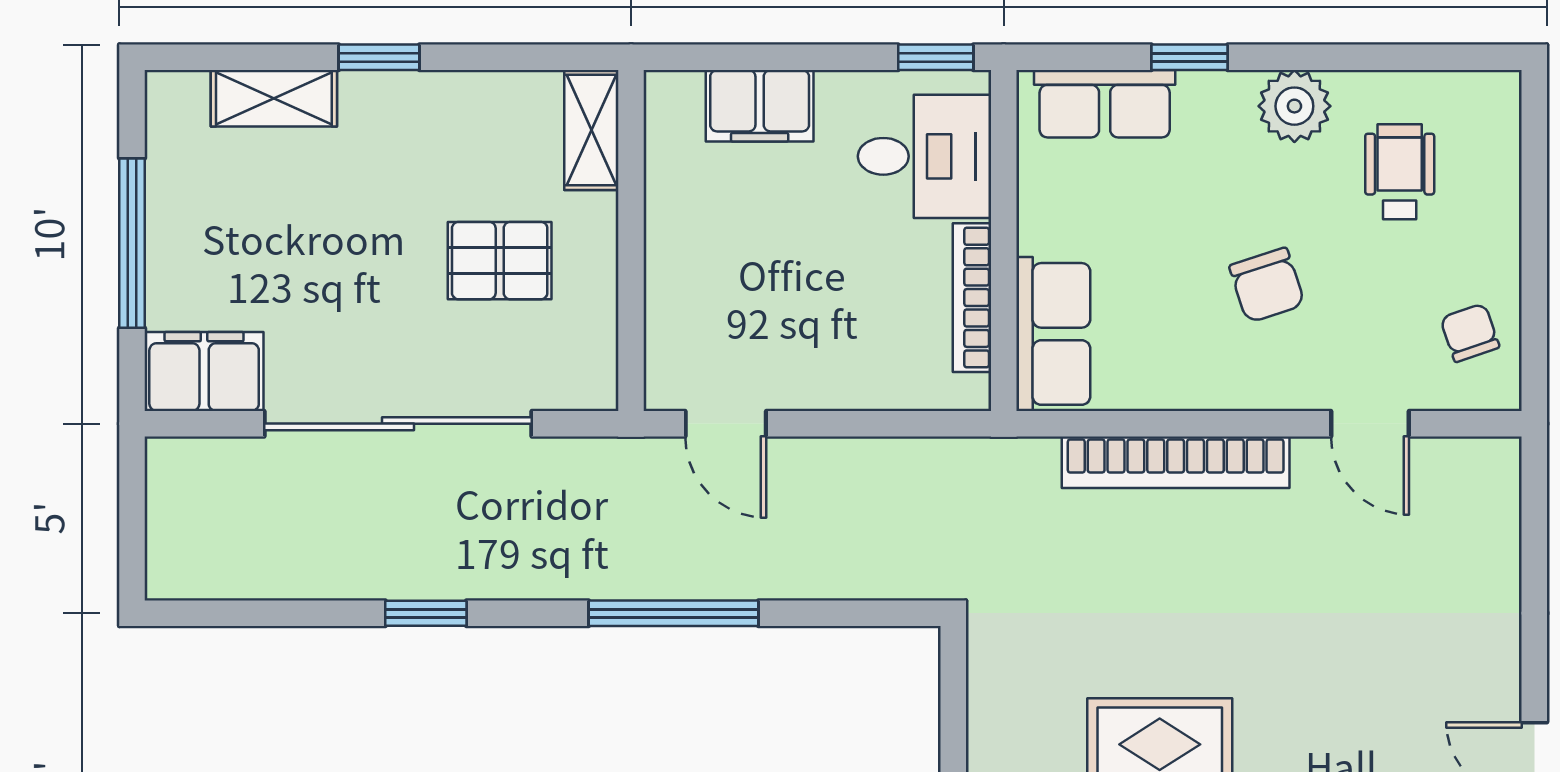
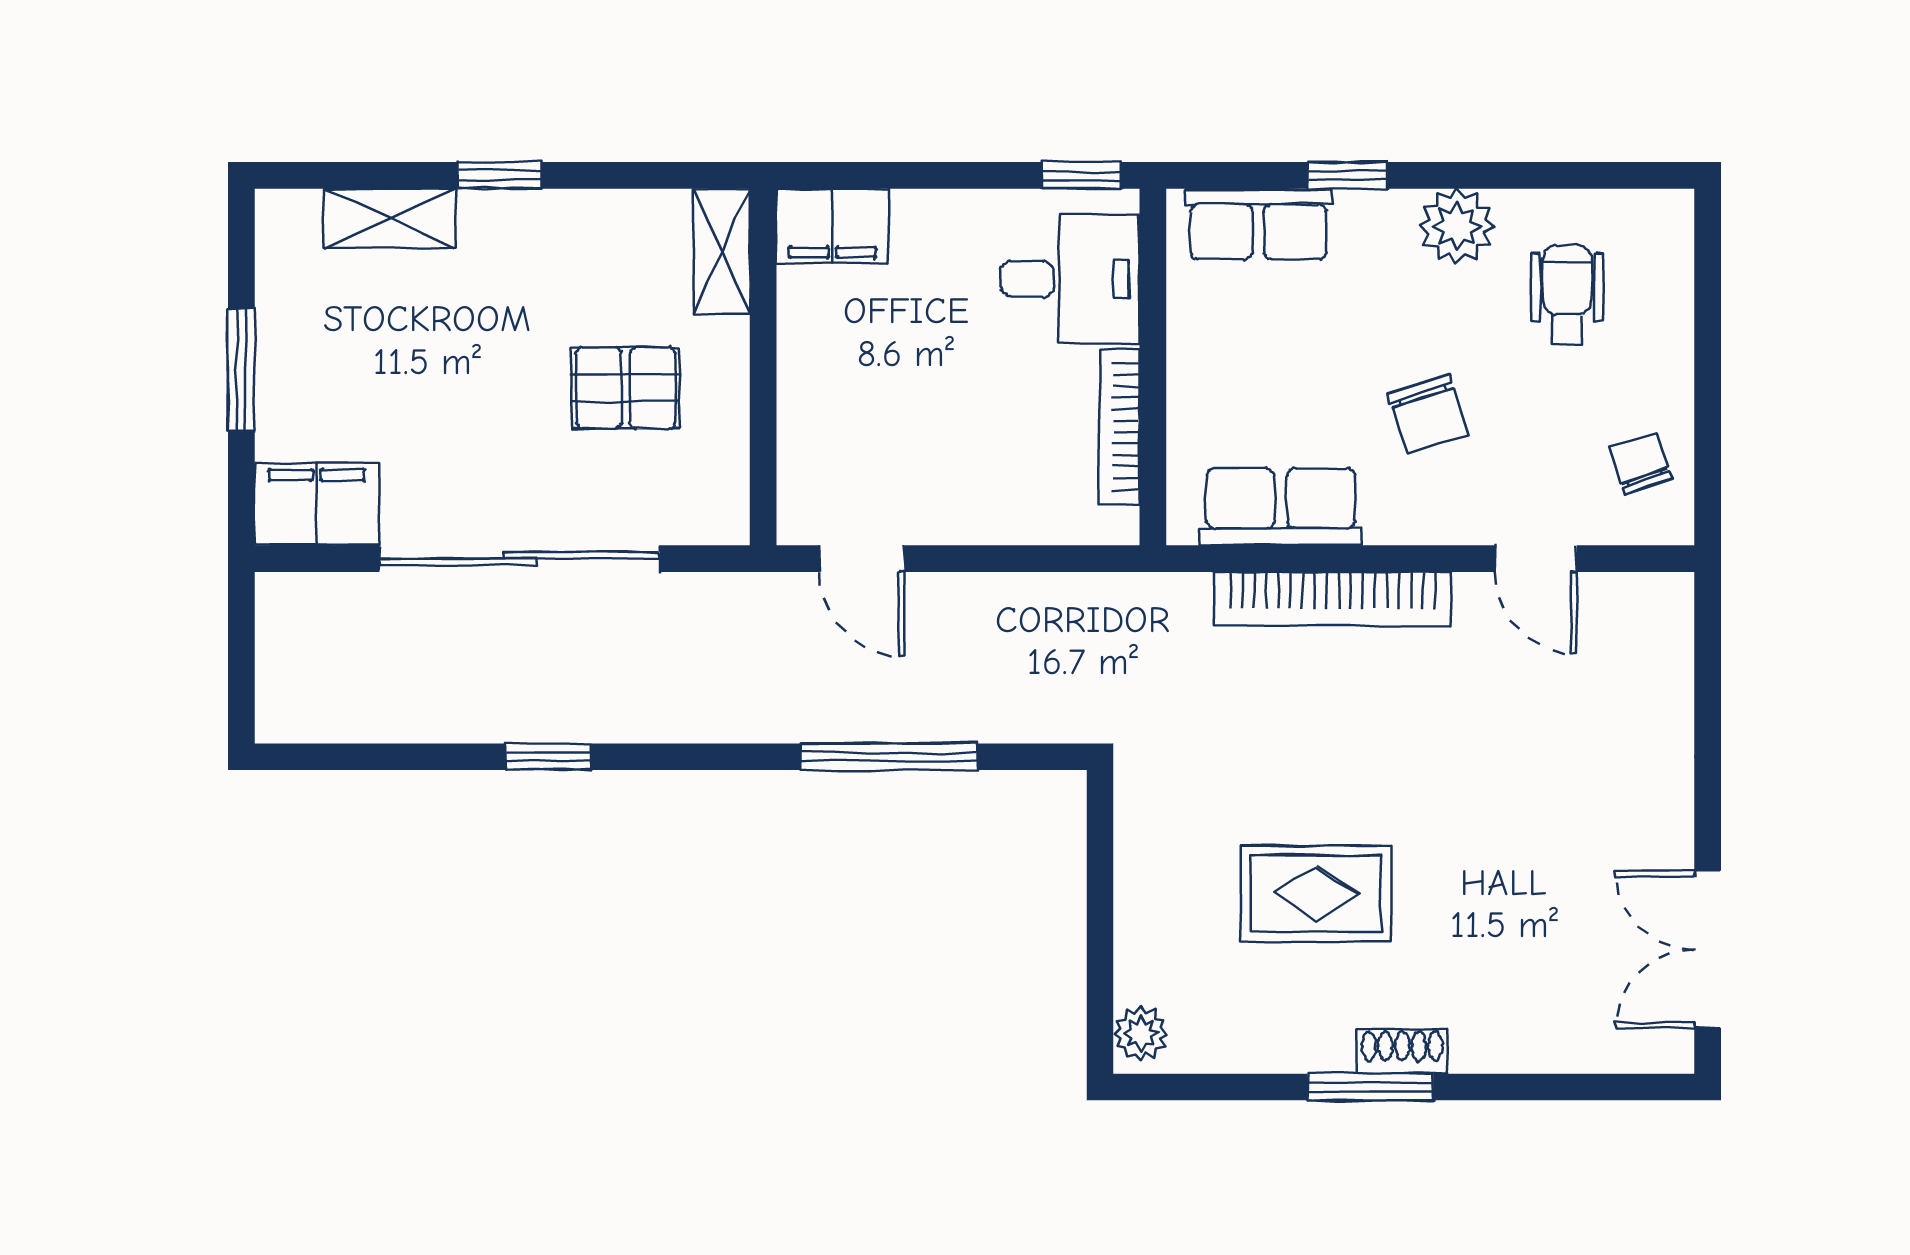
filing cabinet: (760, 106) -> (832, 226), moved
window: (132, 243) -> (241, 370), width x0.69
row of seats: (1053, 334) -> (1281, 507), moved, turned -90
window: (673, 613) -> (889, 757), moved

